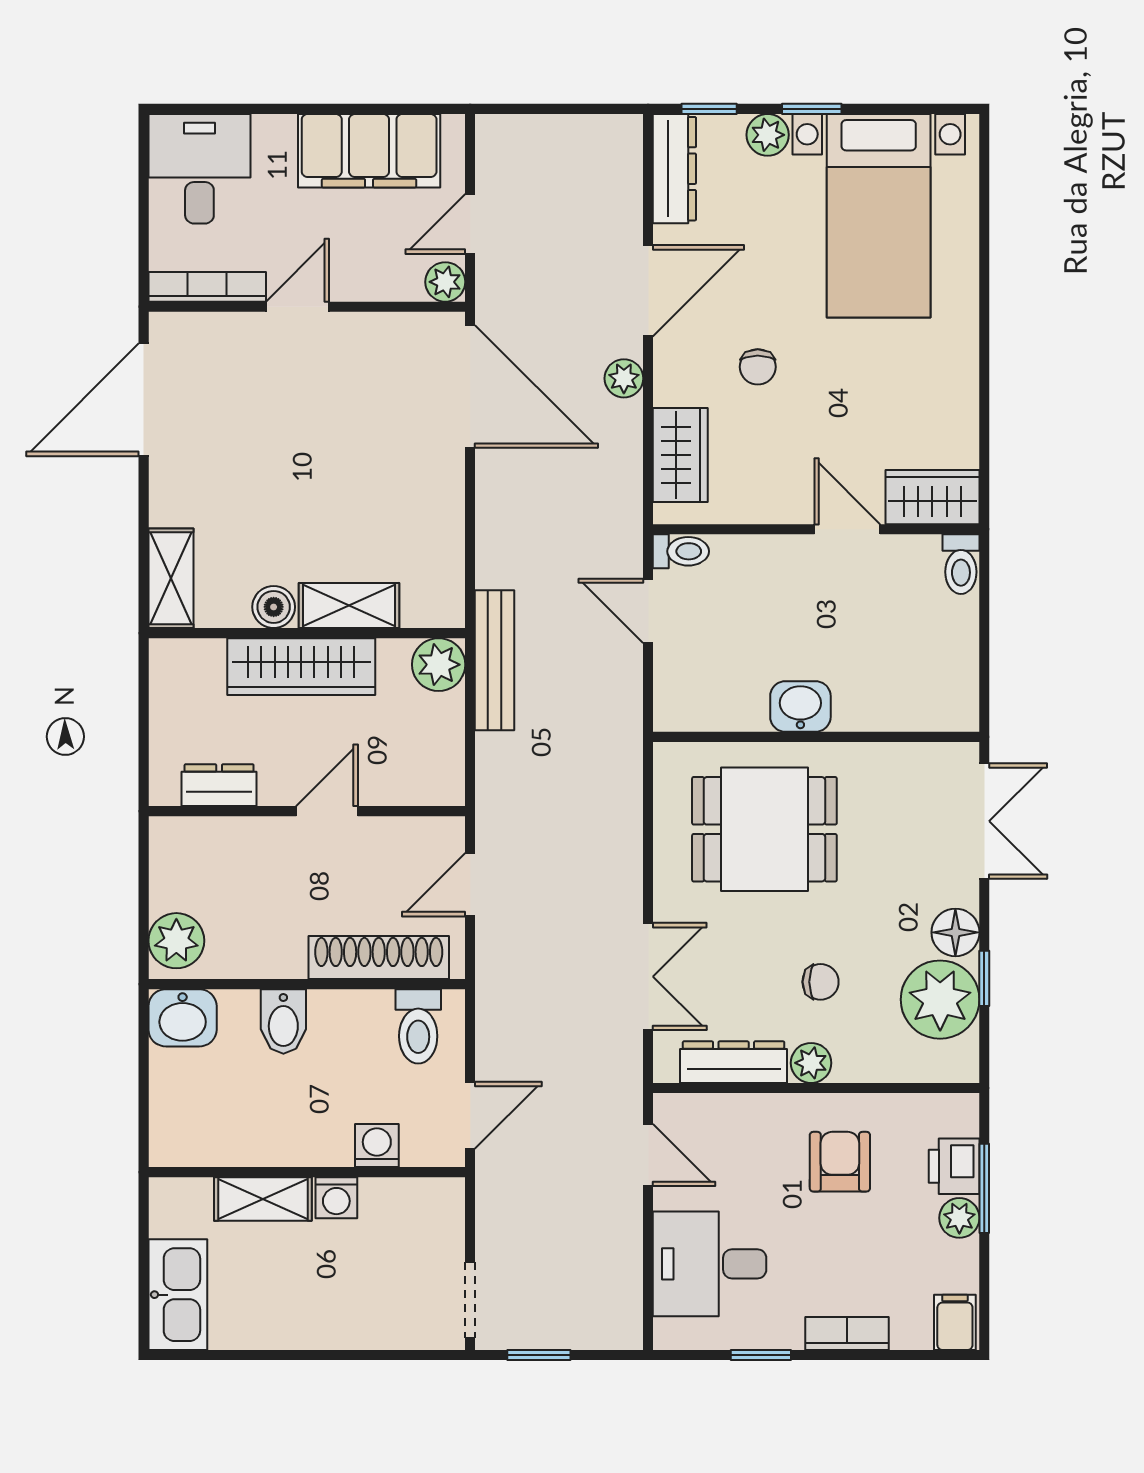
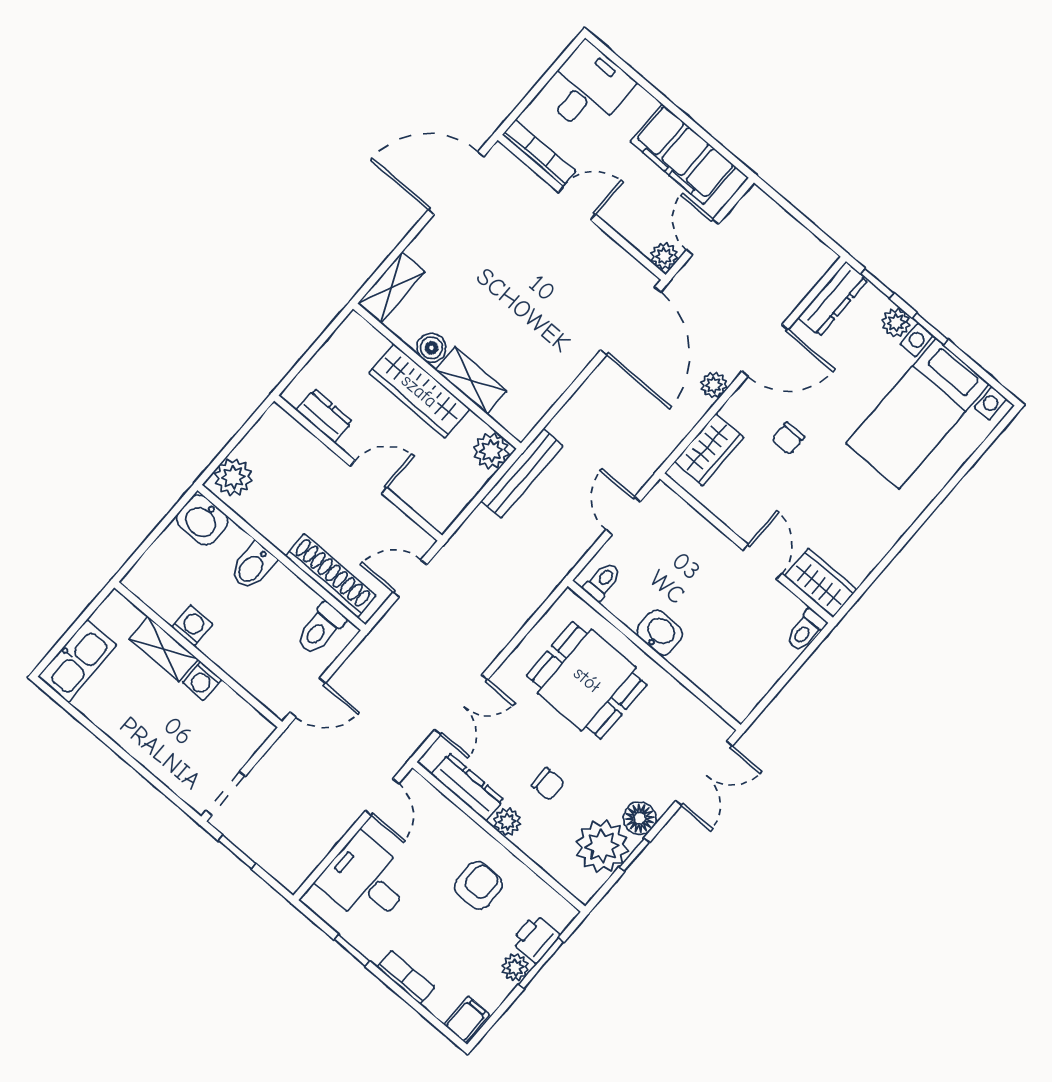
door: (470, 224) -> (703, 237), hinge flipped
toilet: (681, 551) -> (602, 581), moved, turned -90
washing machine: (377, 1145) -> (192, 626), moved

